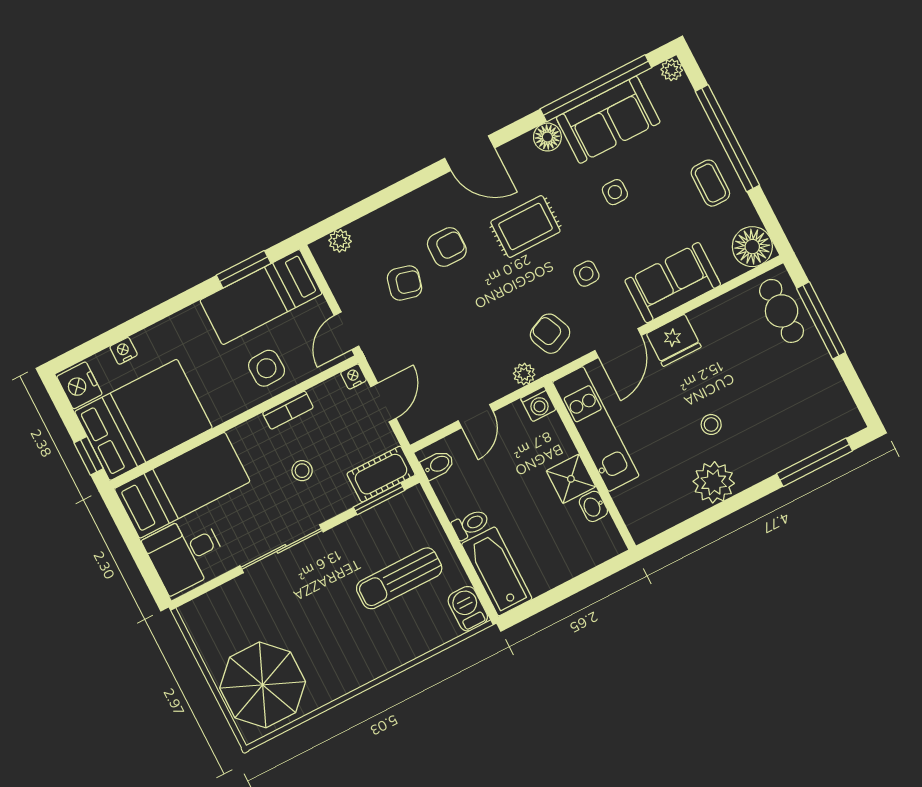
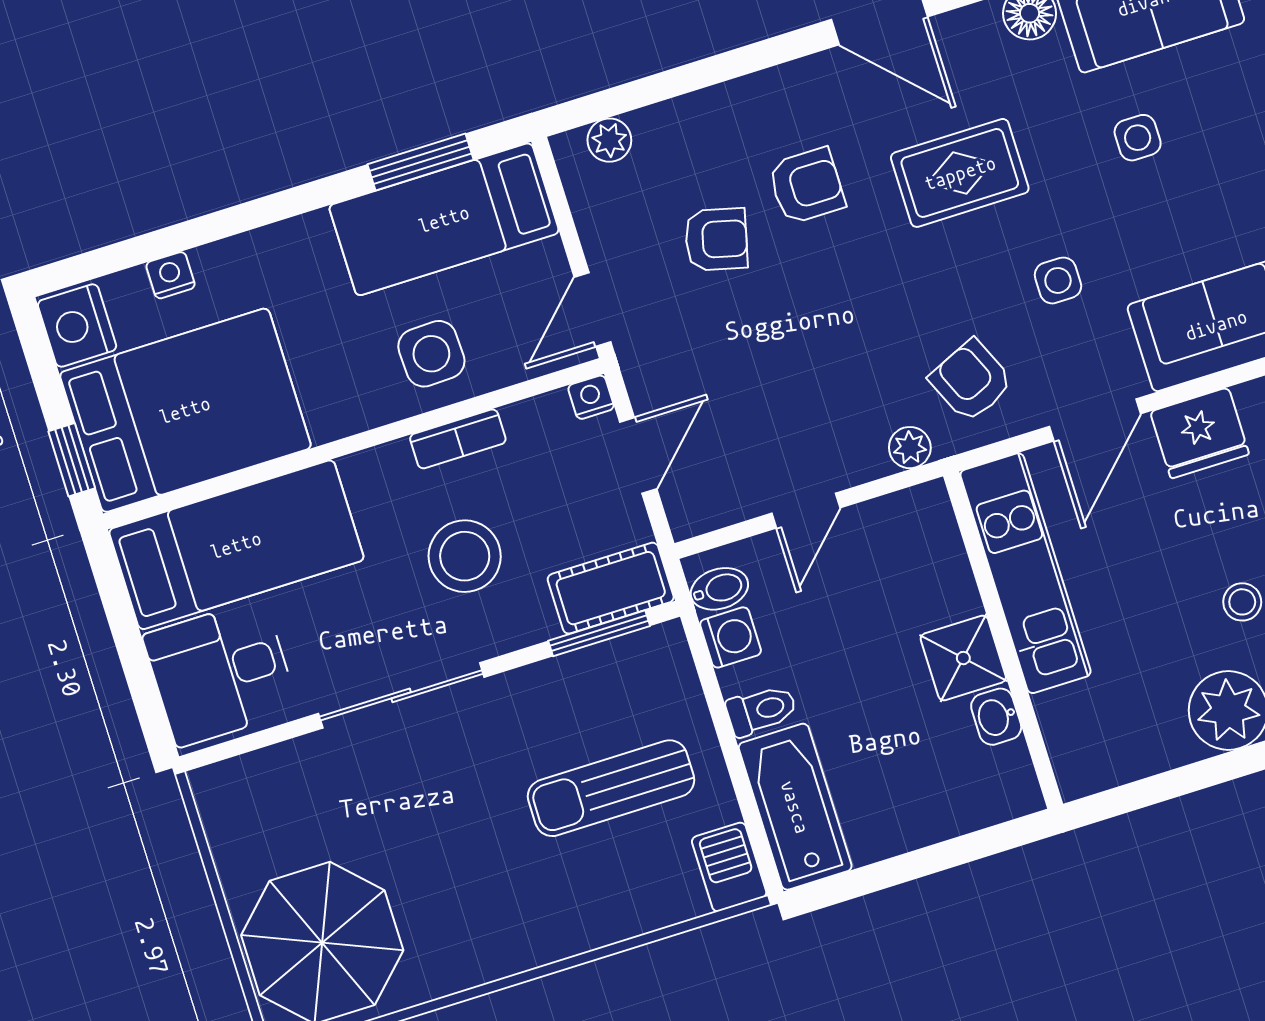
washing machine: (538, 404) -> (731, 637), moved, turned -90
stool: (302, 471) -> (465, 556), width x1.89, depth x1.89

